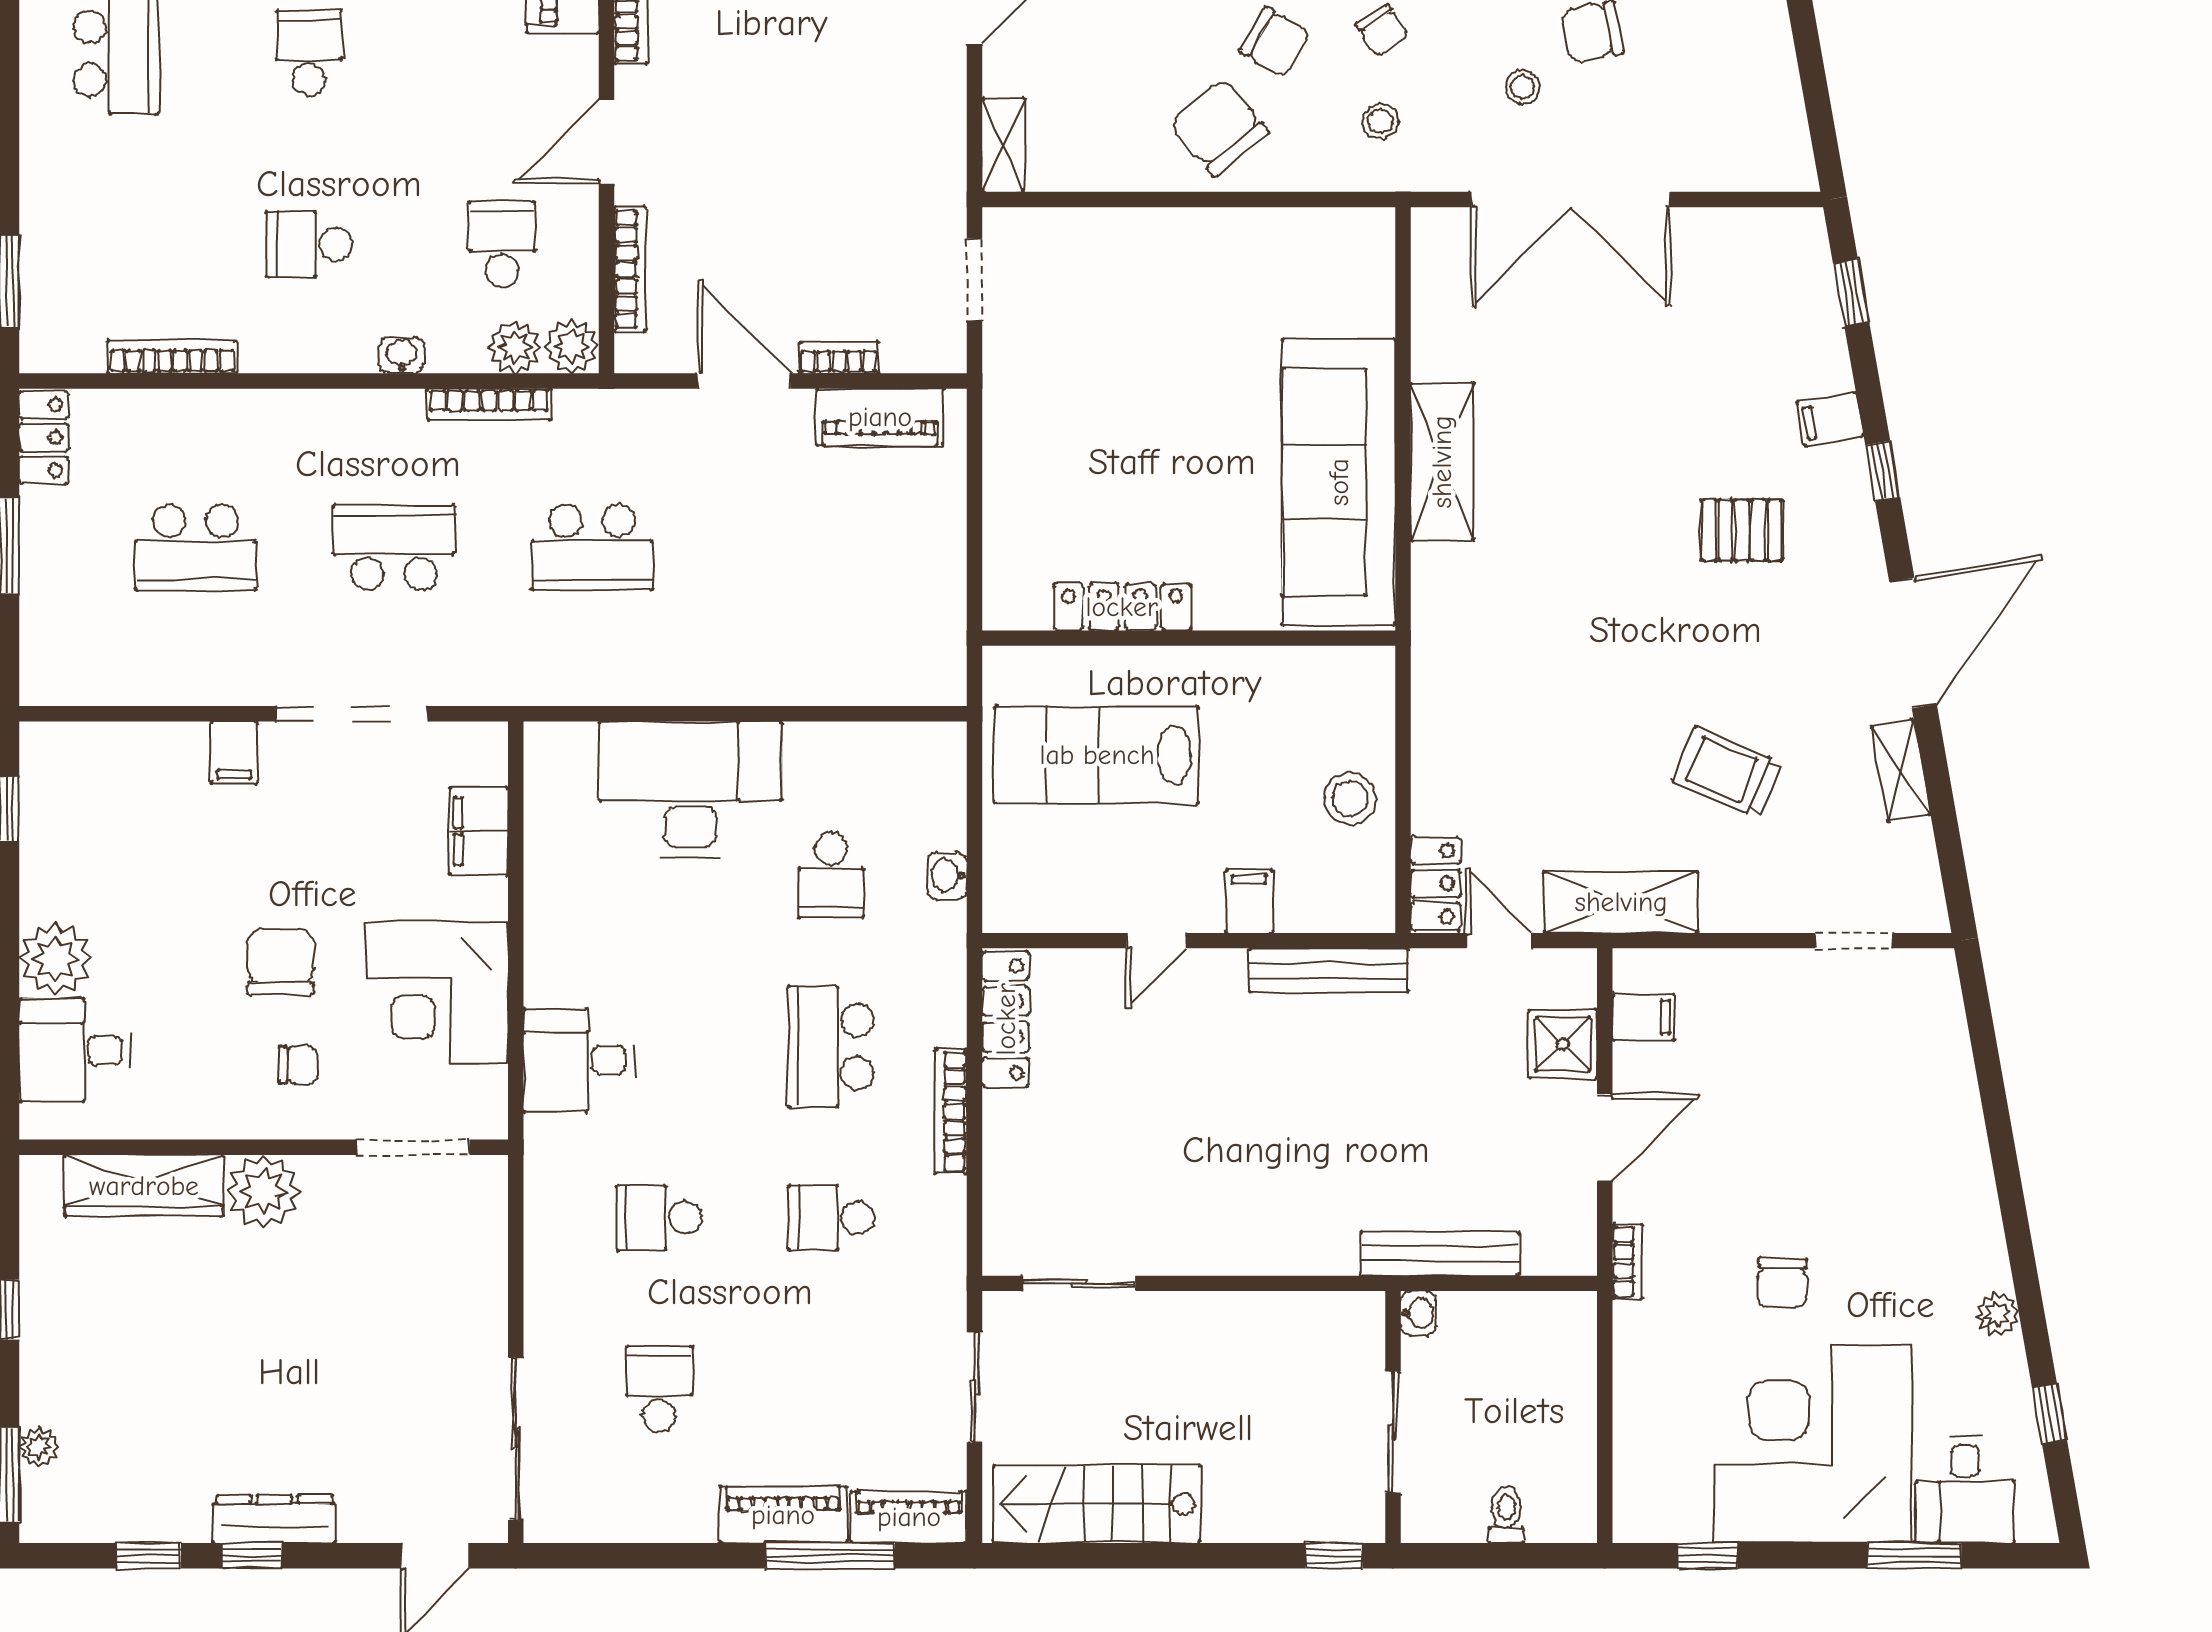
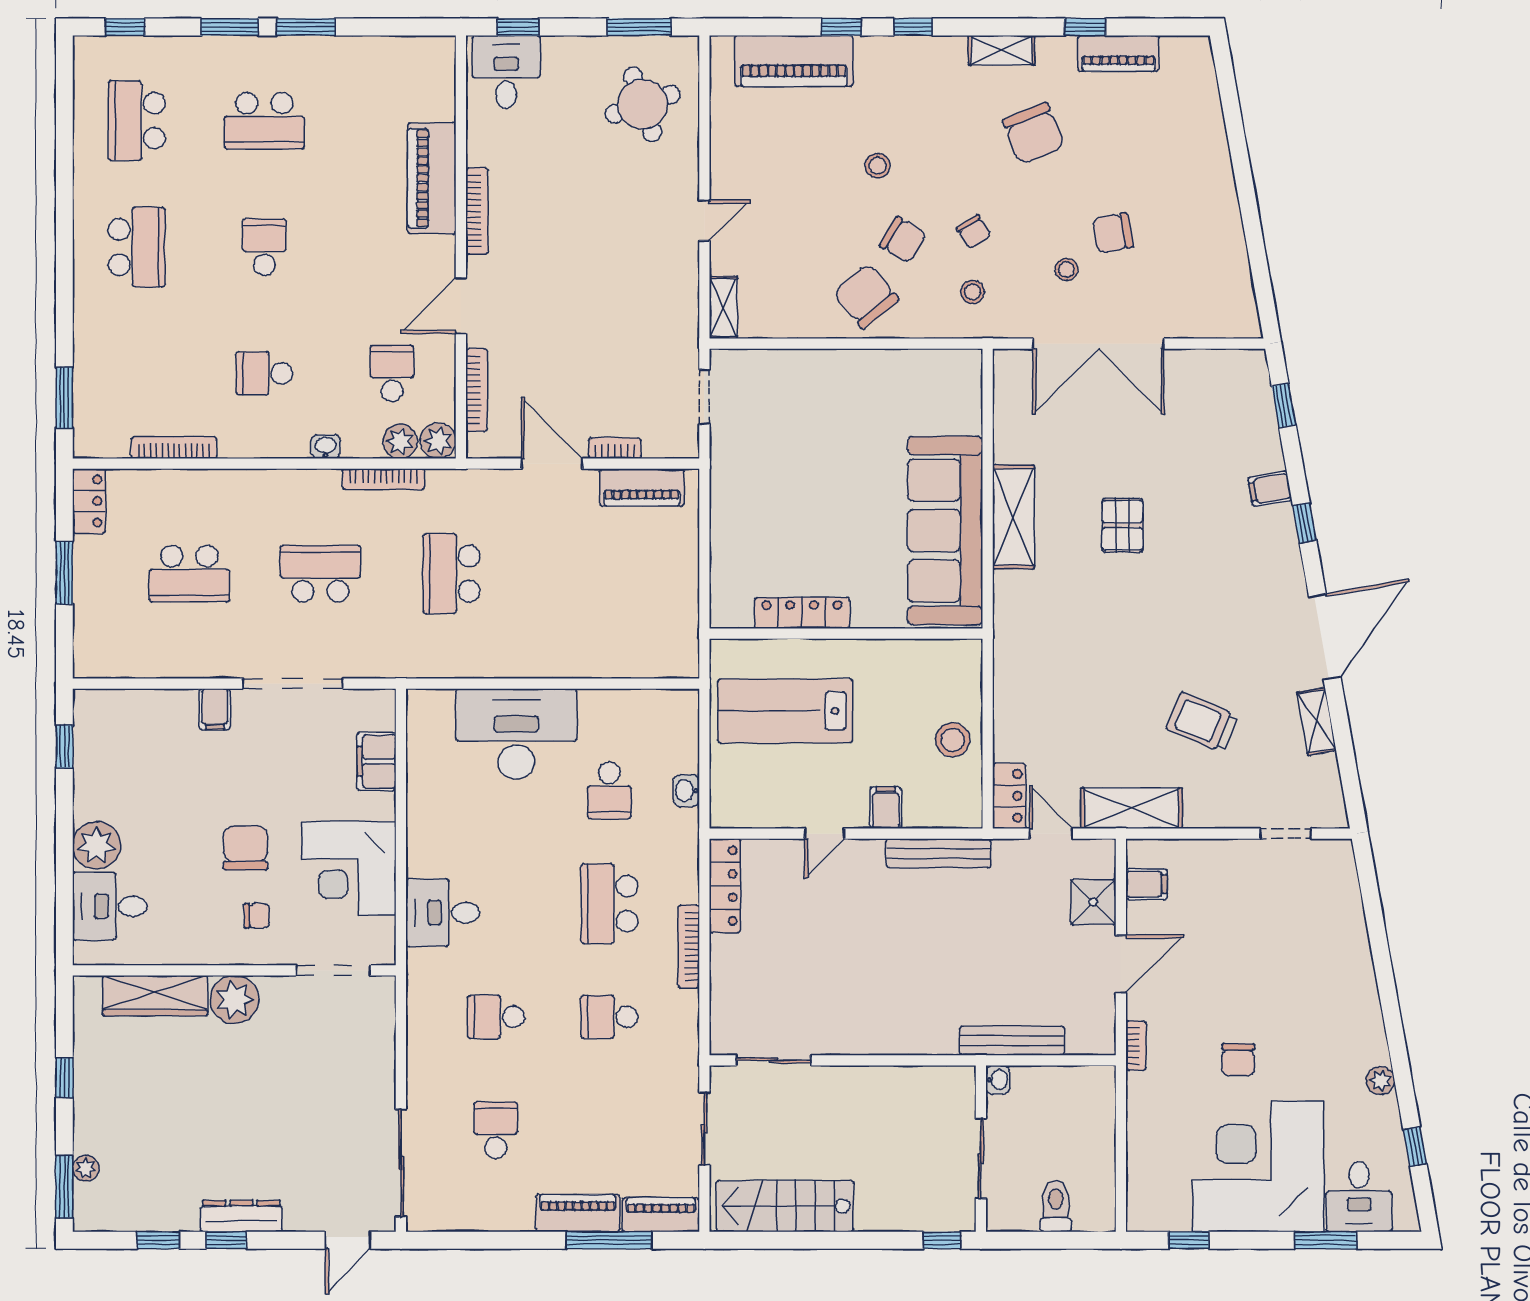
pallet: (1742, 530) -> (1123, 525), moved, turned 90
school desk: (592, 547) -> (452, 574), turned 90
toilet: (1506, 1515) -> (1056, 1206), width x1.37, depth x1.39

